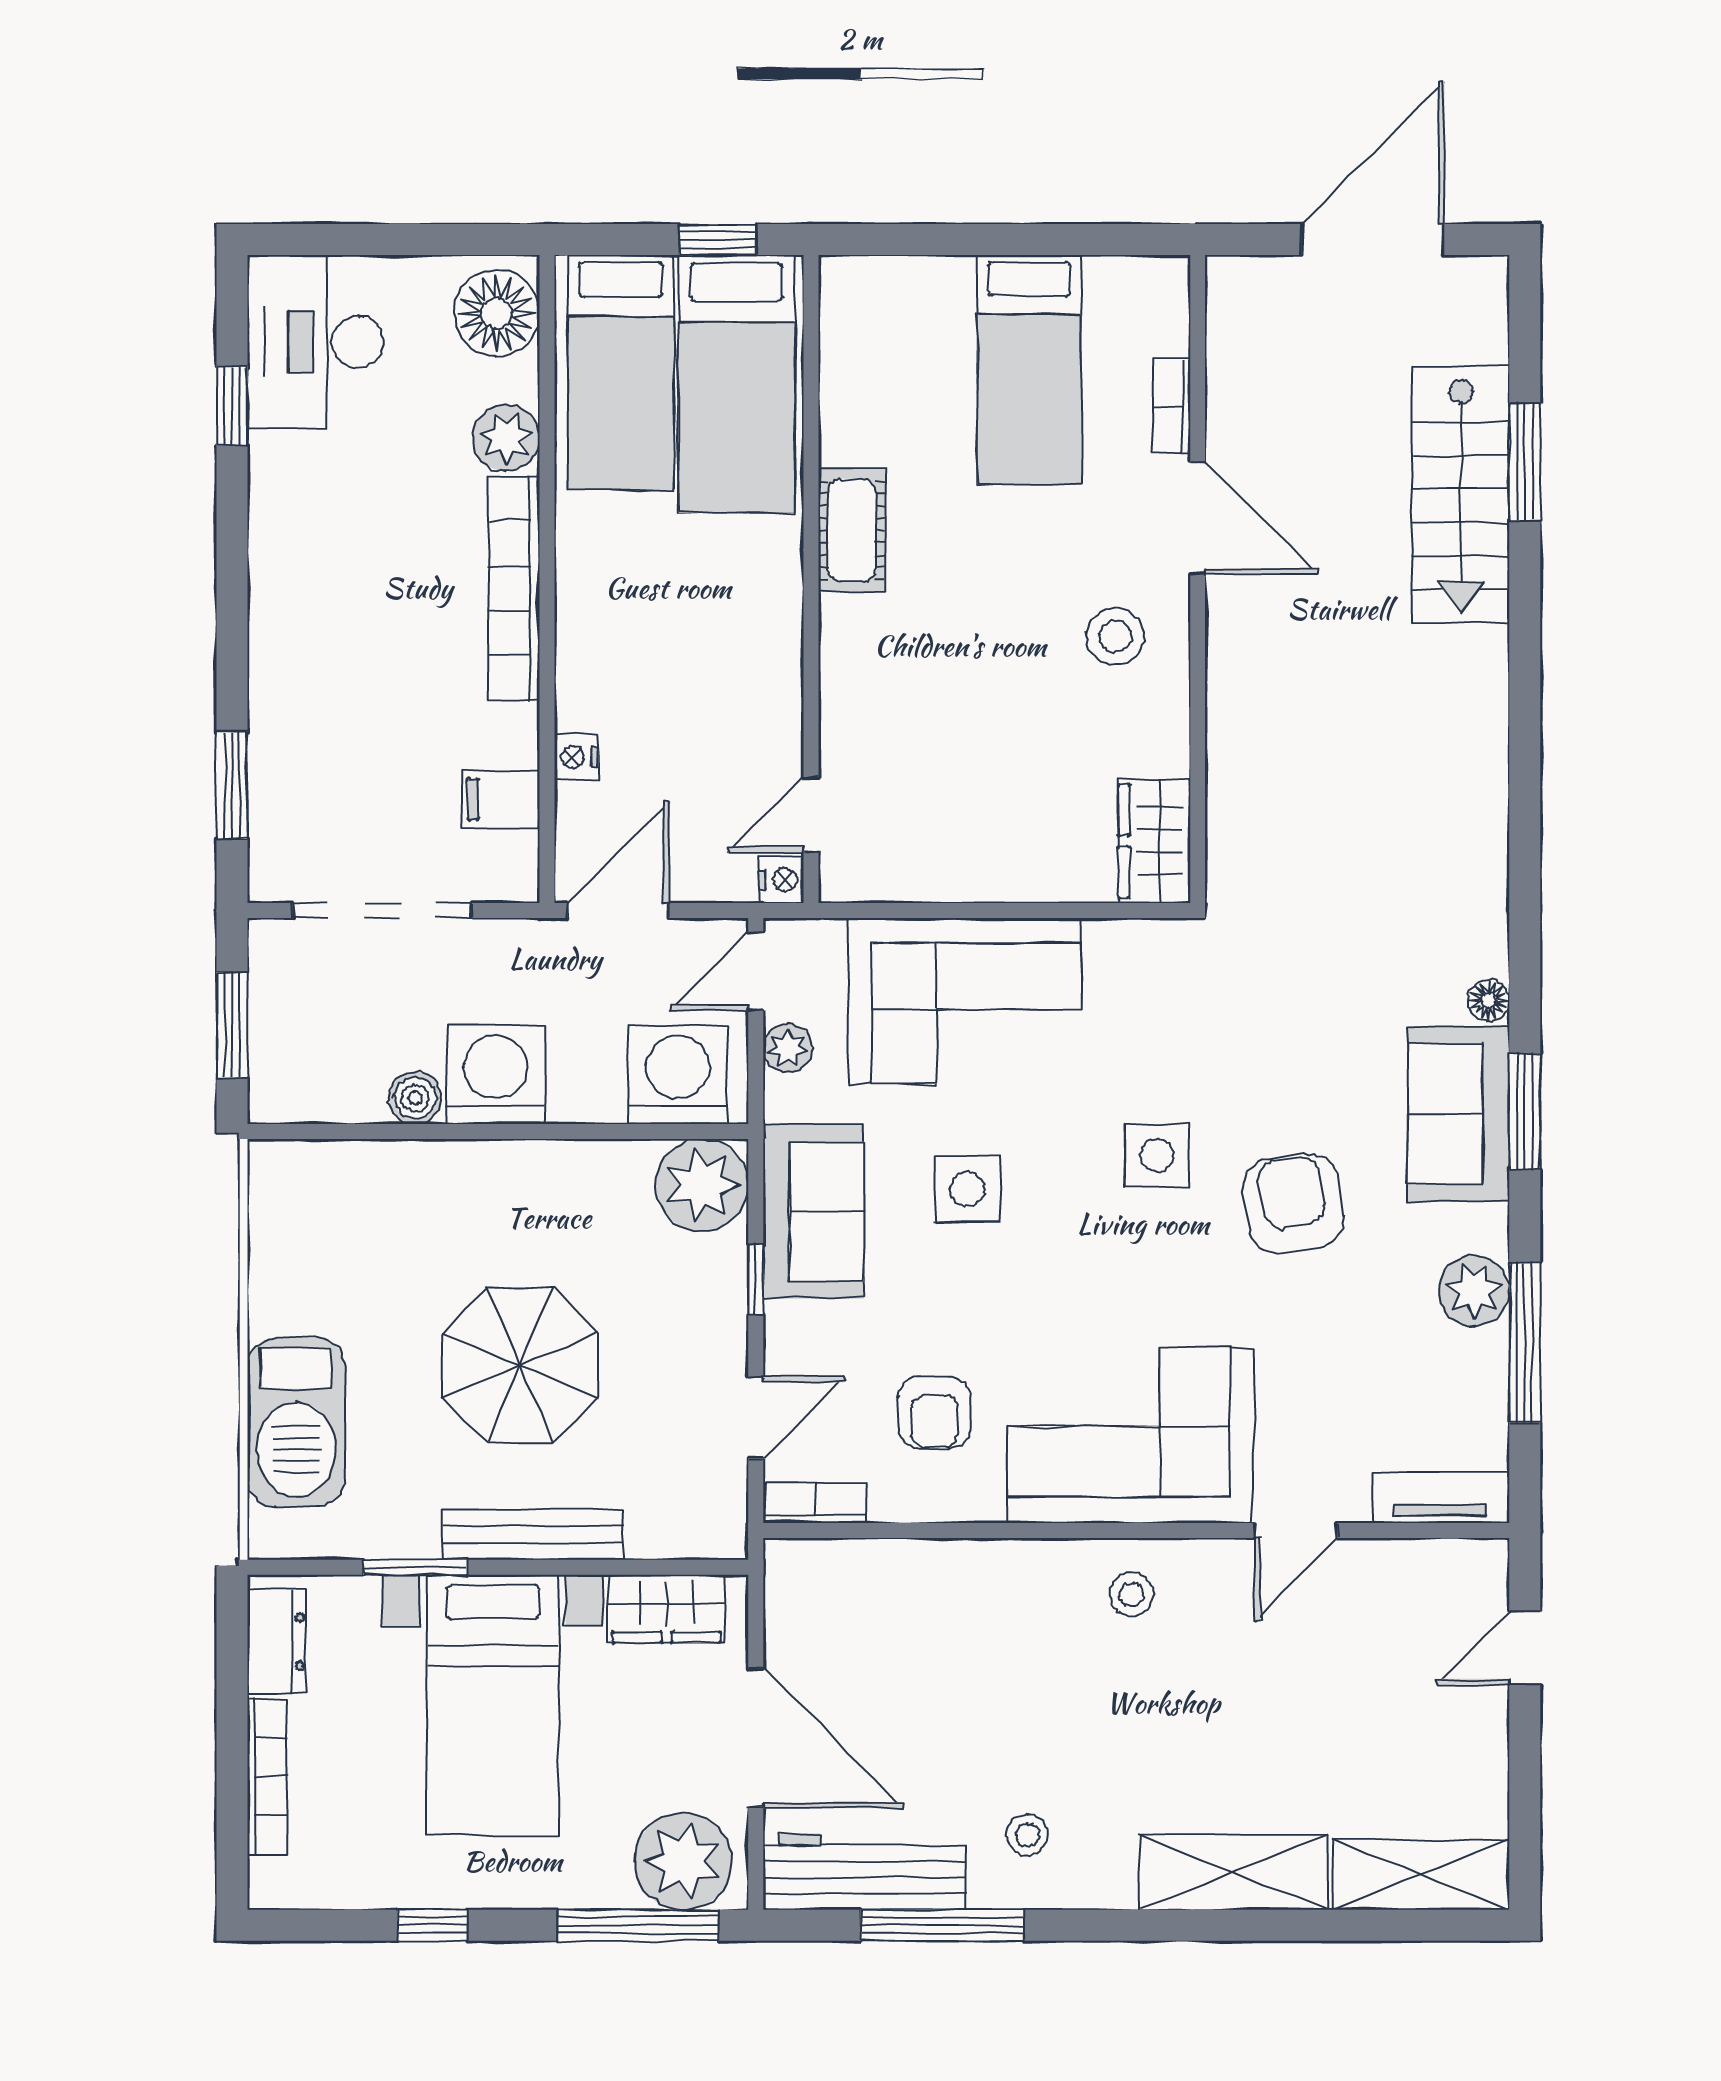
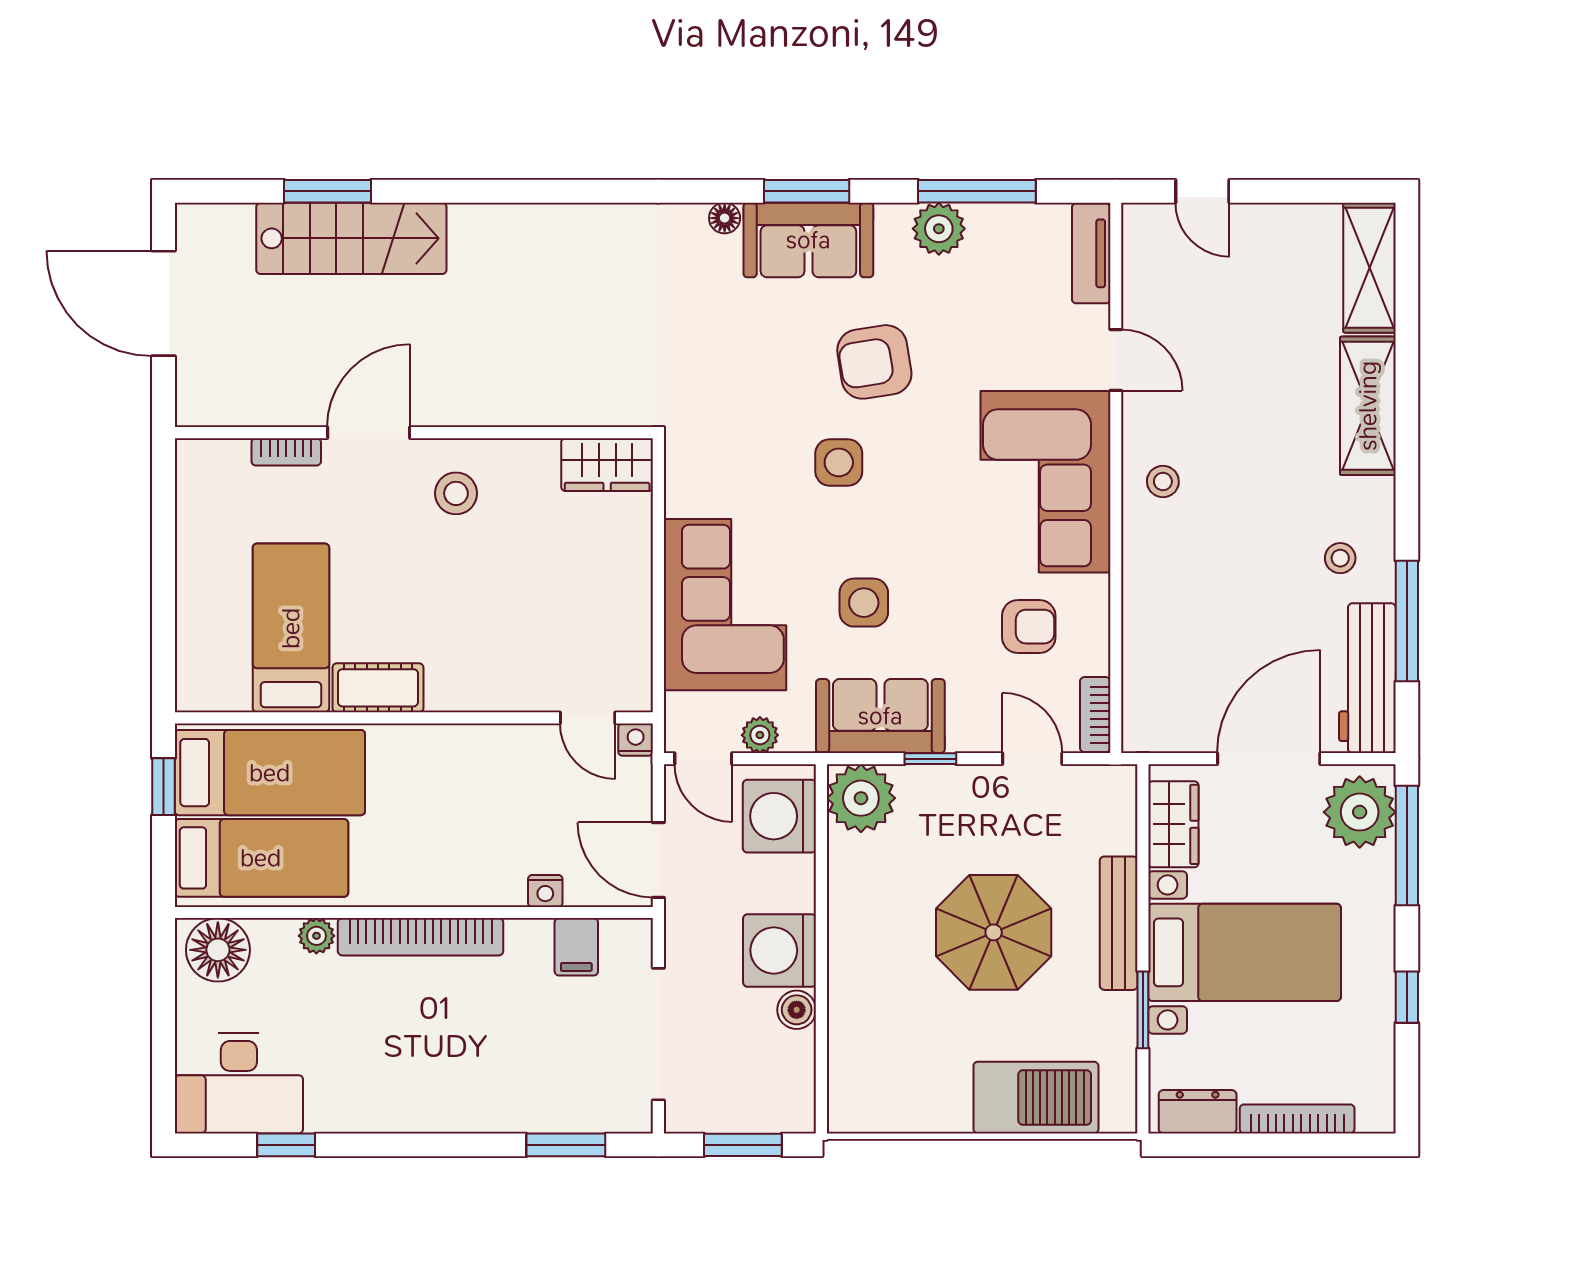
bed: (1029, 370) -> (291, 628), moved, turned -90
plant: (506, 438) -> (316, 936), width x0.73, depth x0.73

